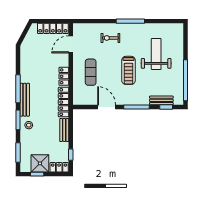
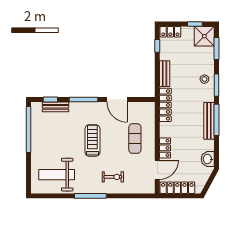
washbasin: (26, 54) -> (208, 159), added
weight bench: (156, 54) -> (57, 175), moved, turned 90
locker: (64, 76) -> (165, 148), moved
bench: (25, 100) -> (209, 121), moved
shower: (40, 163) -> (204, 36), moved

